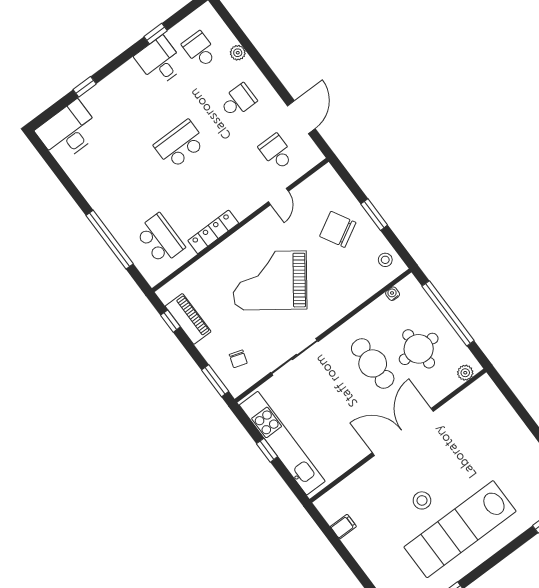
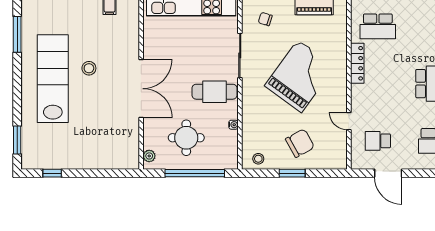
school desk: (276, 152) -> (378, 141), turned 180
water cooler: (393, 294) -> (233, 125), moved
cafe table: (373, 363) -> (214, 92), moved

